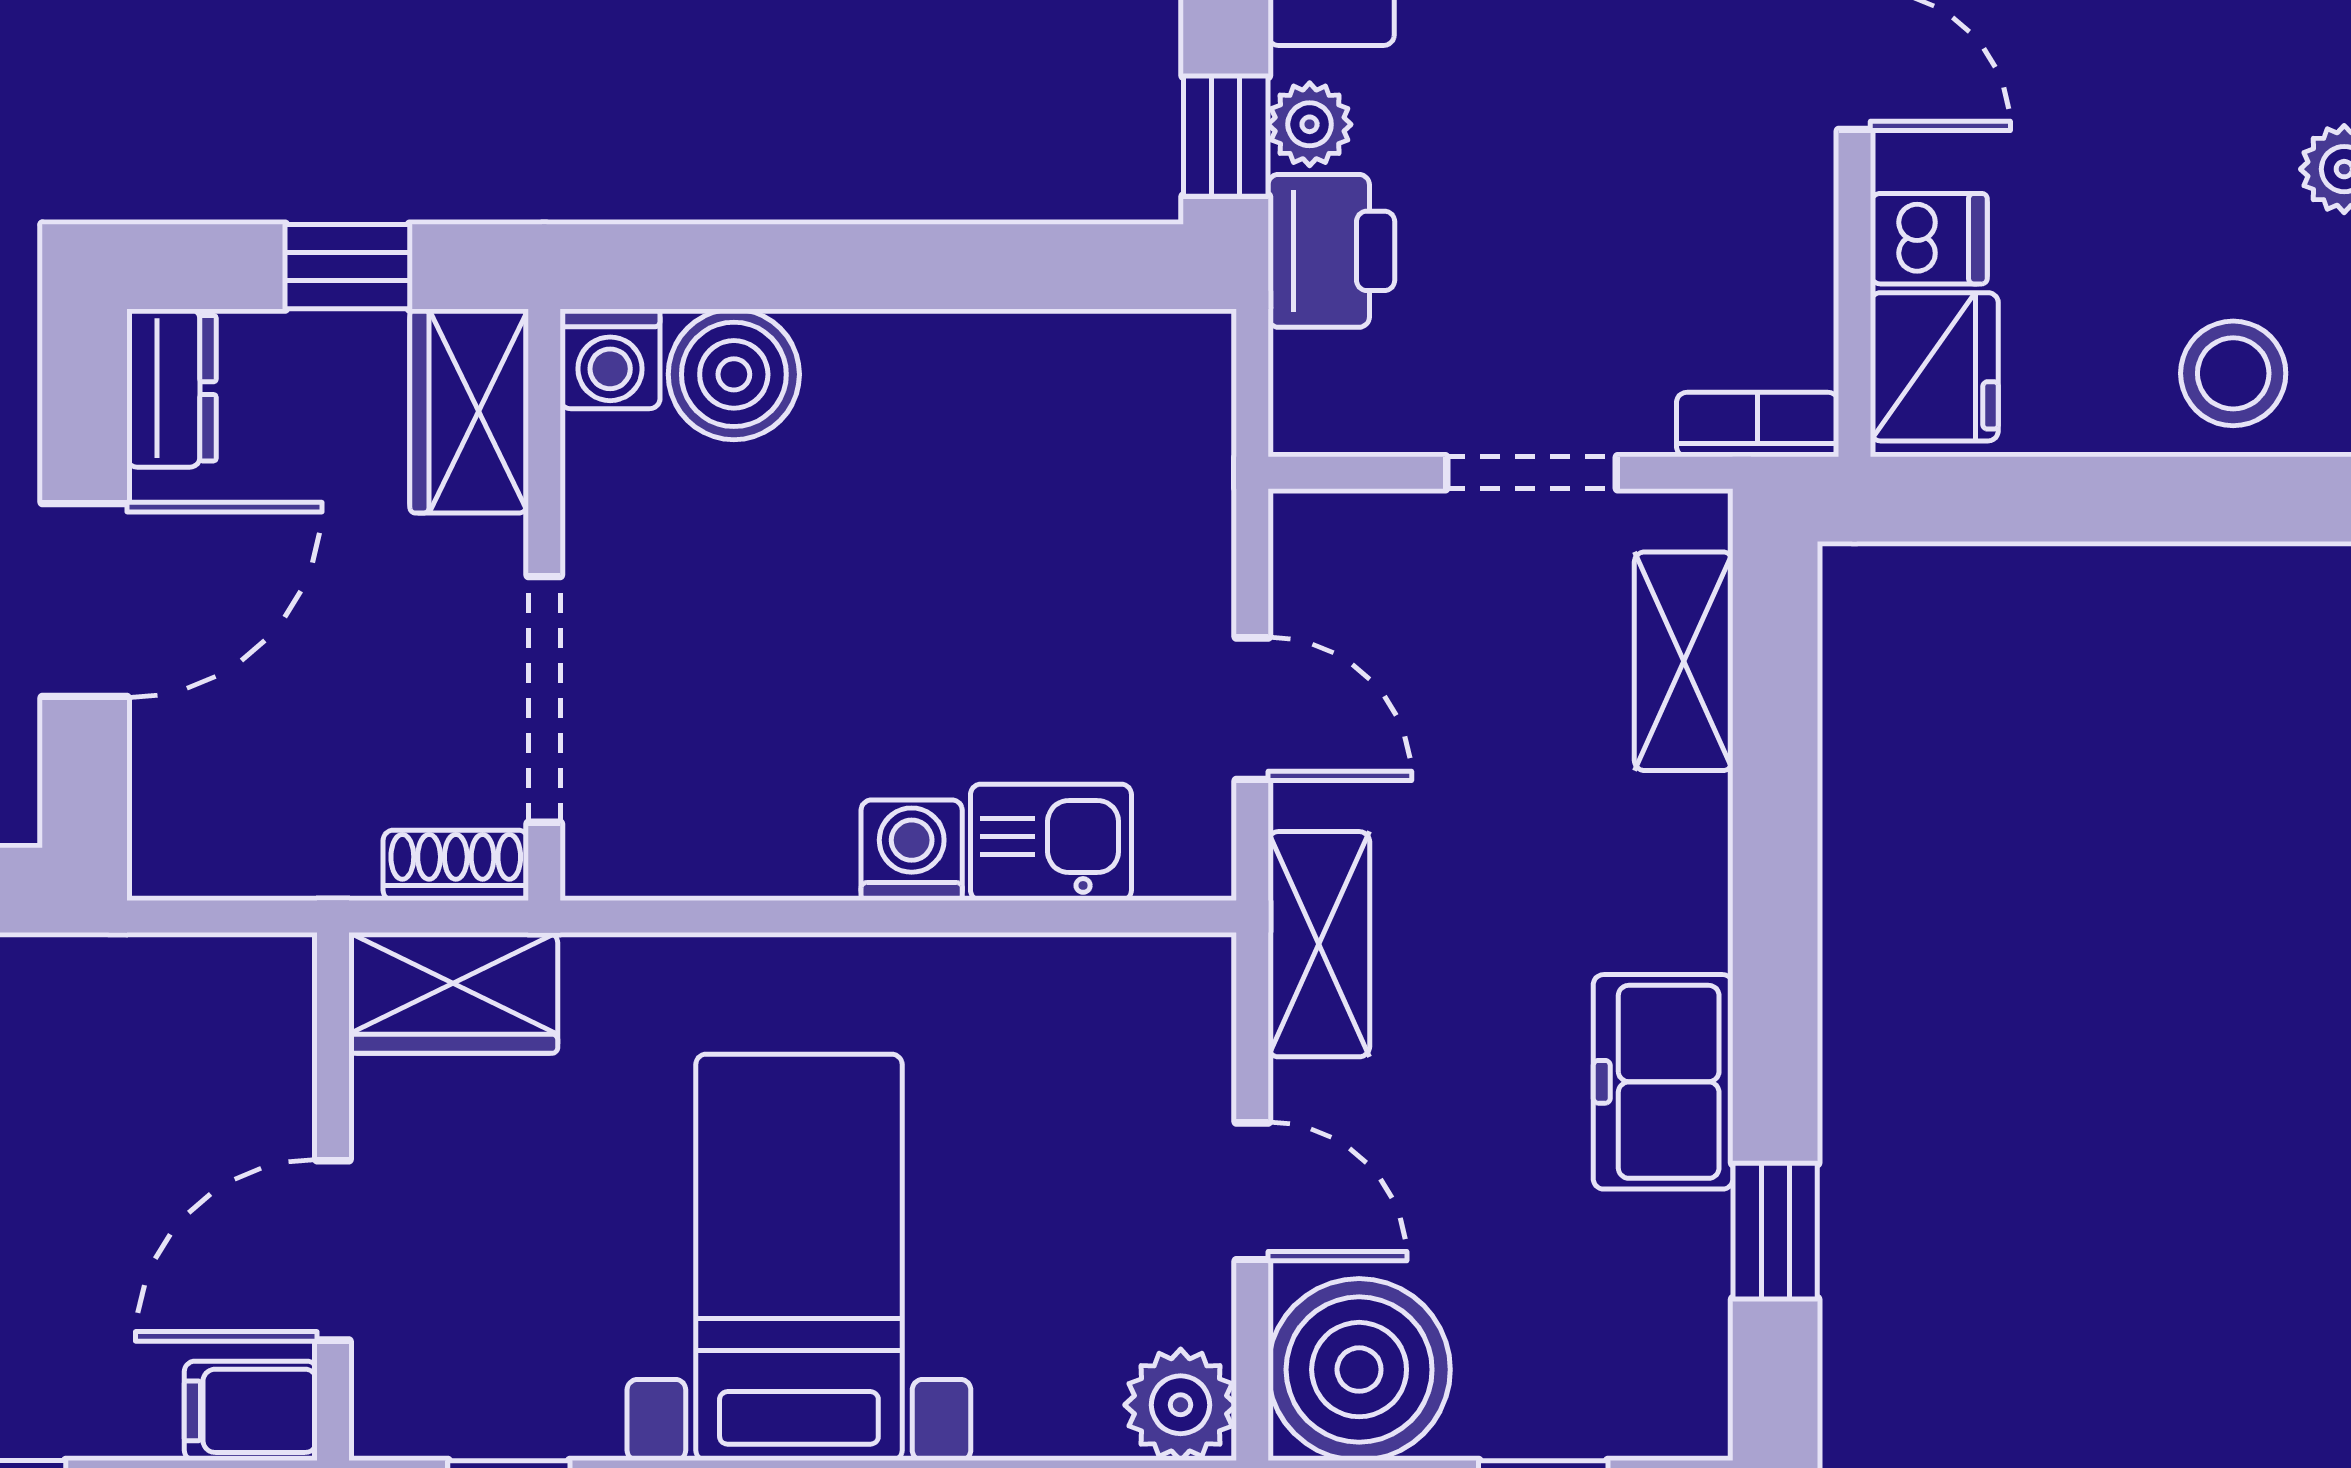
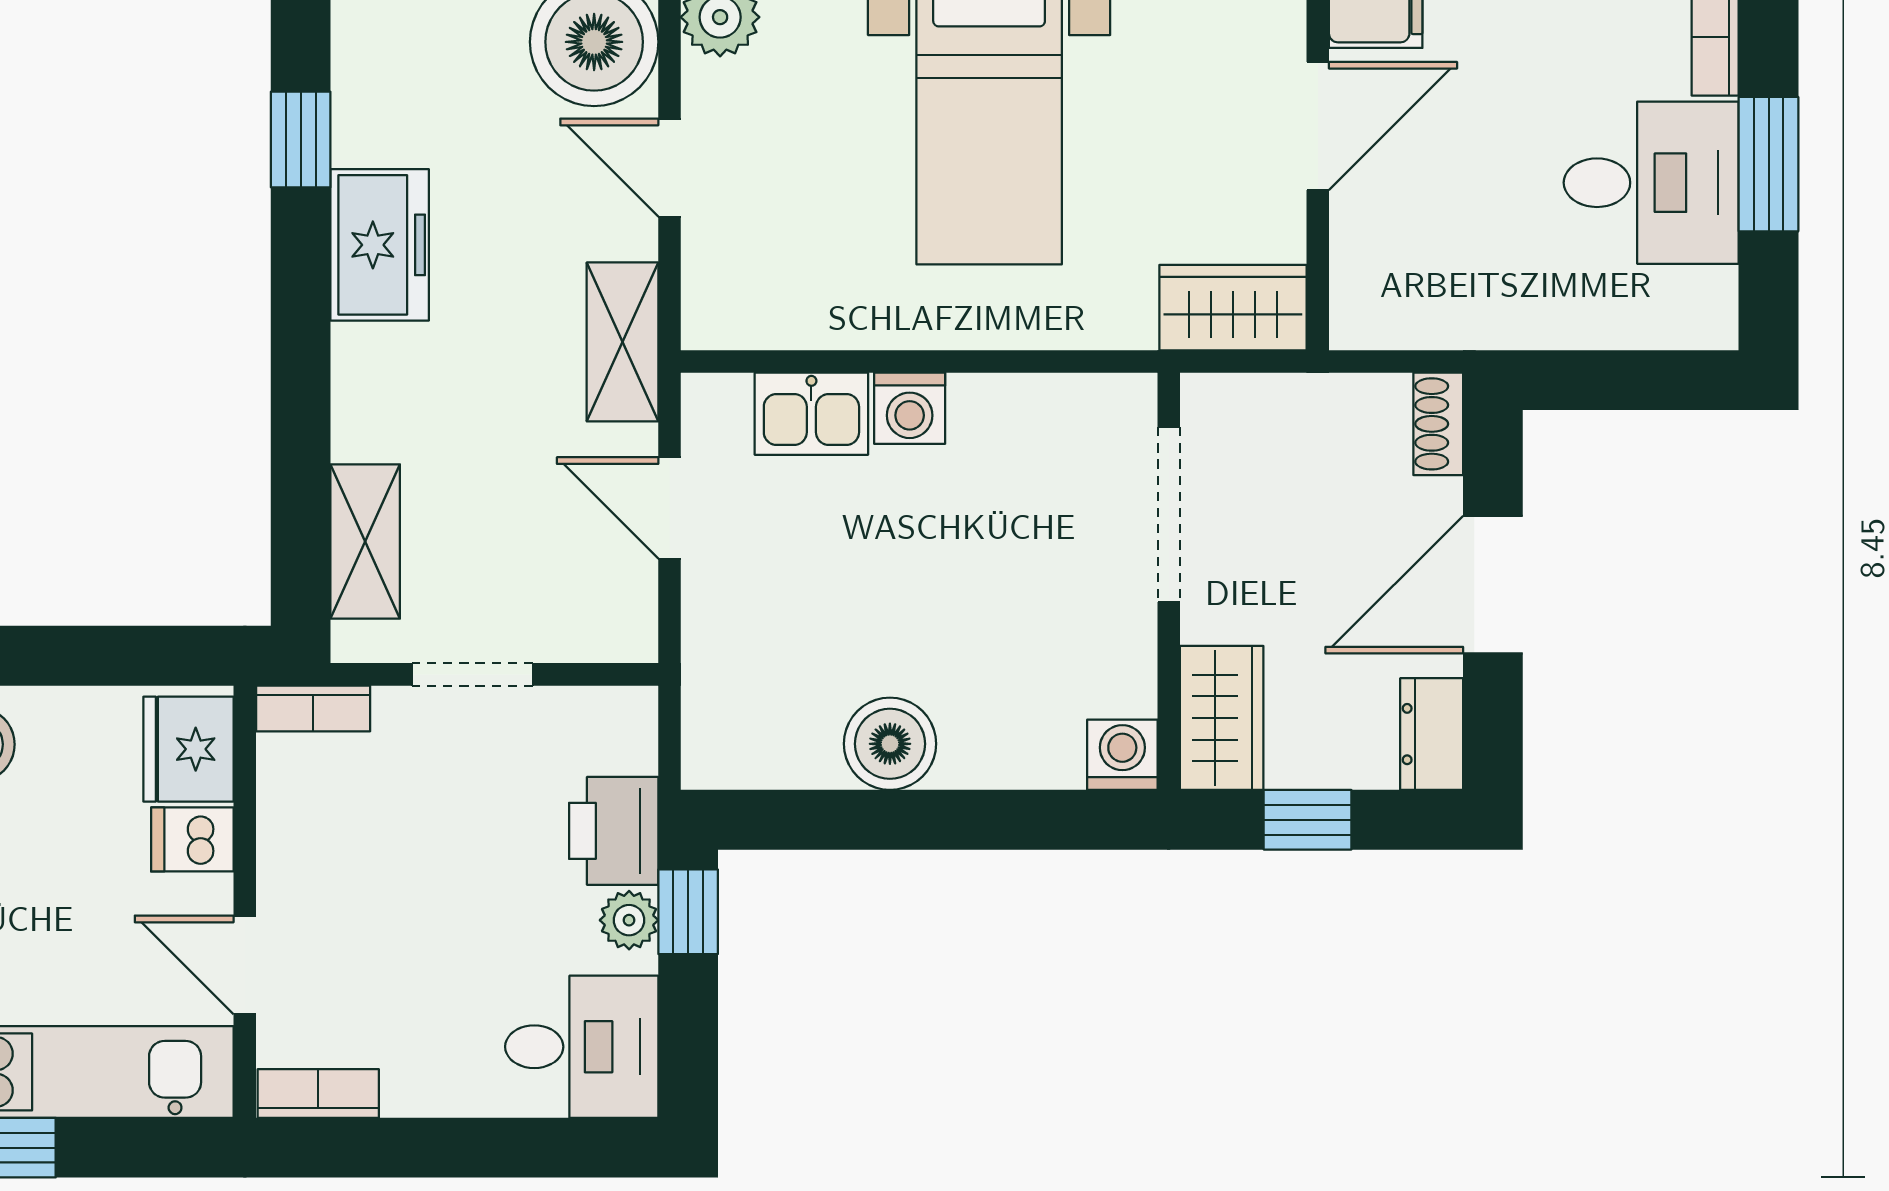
boiler: (734, 374) -> (890, 744), moved
shoe rack: (456, 865) -> (1438, 424), moved, turned 90

